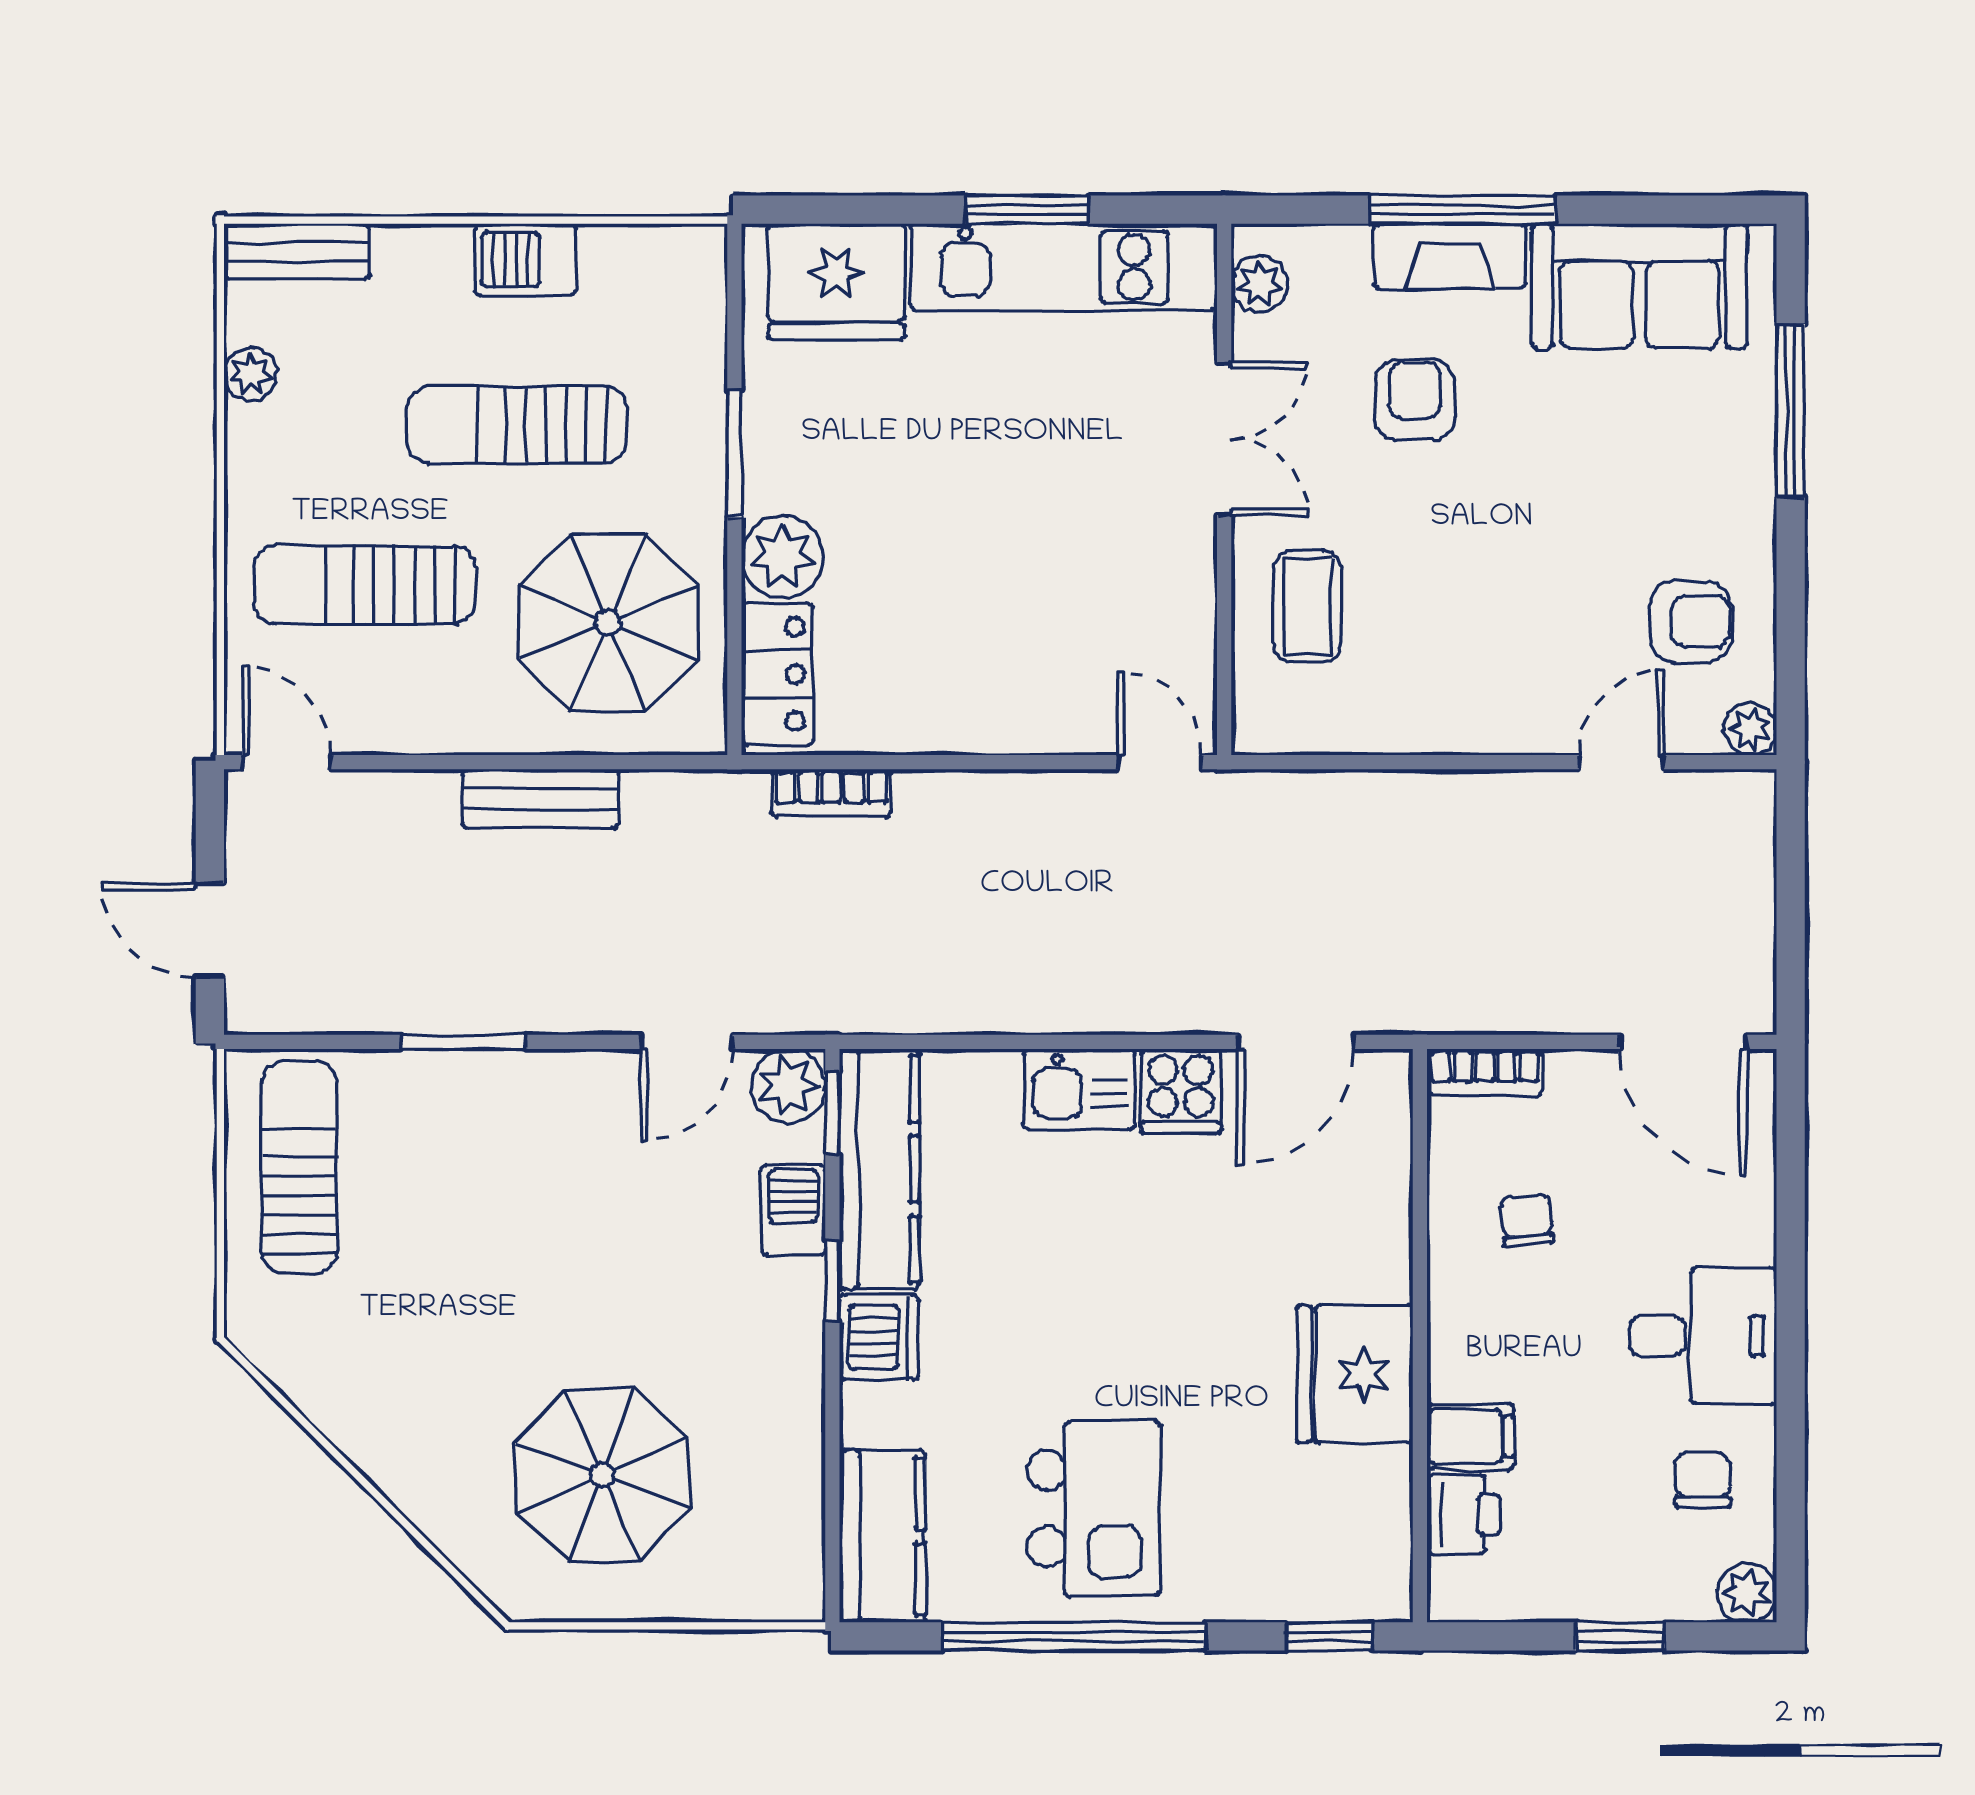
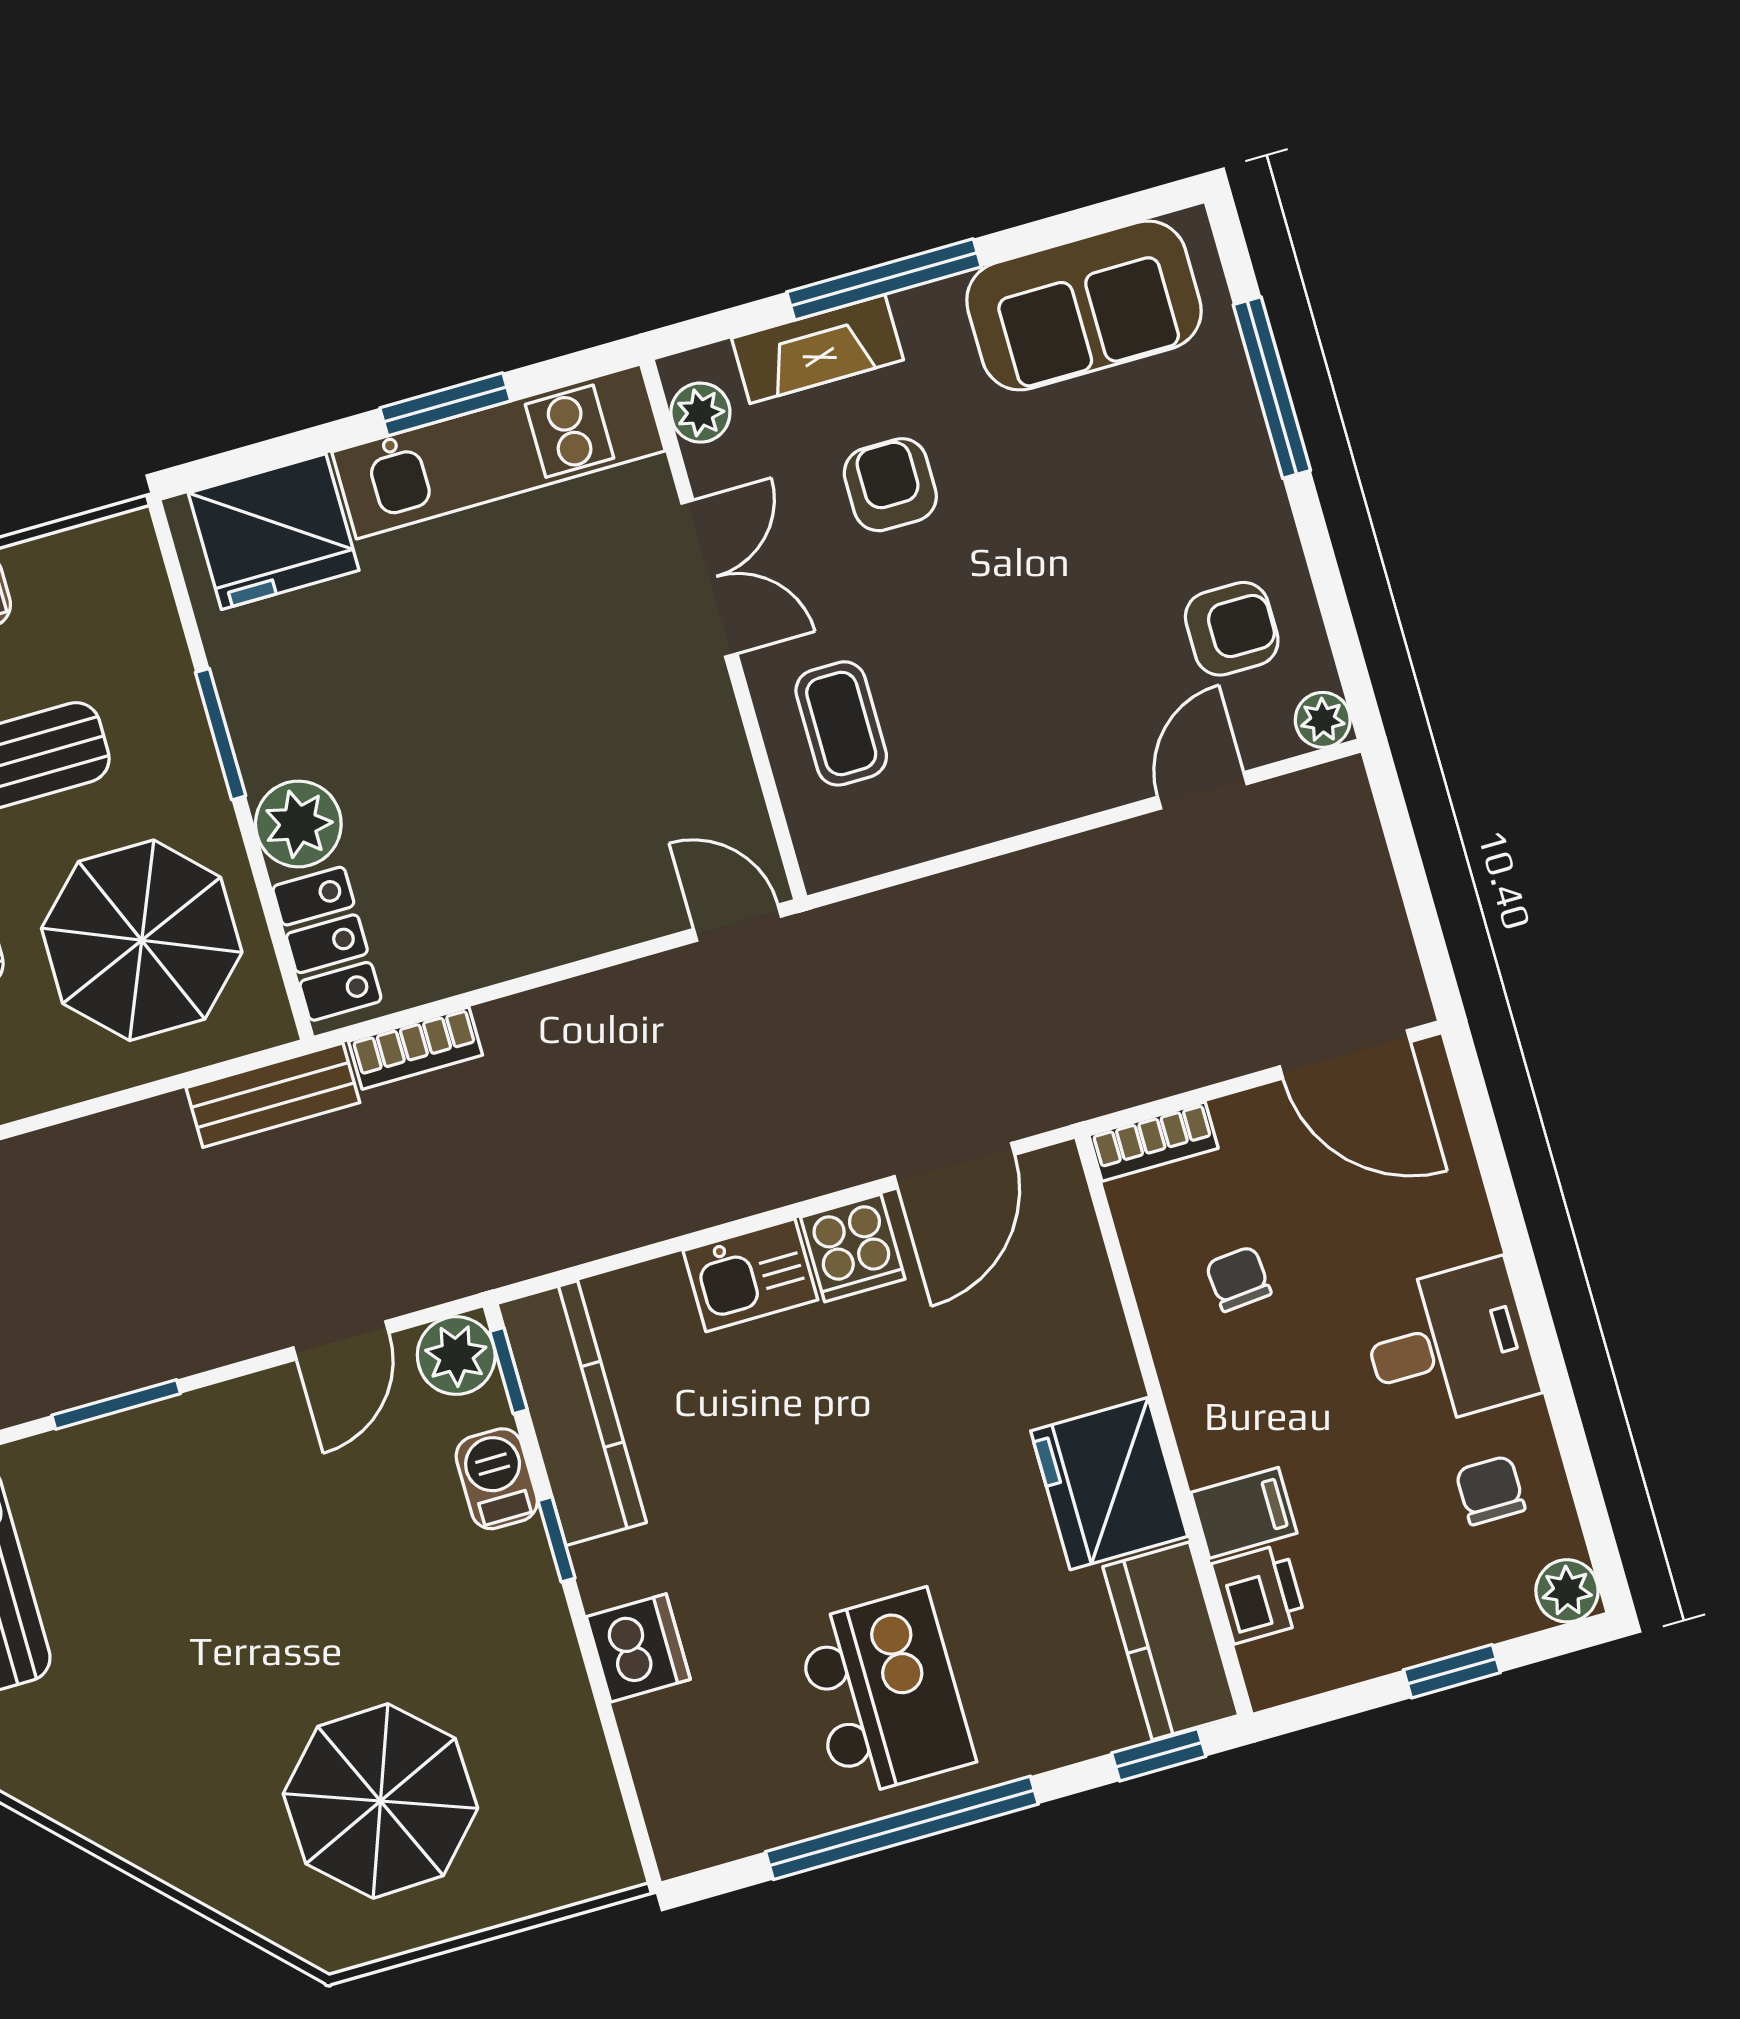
fireplace: (1450, 256) -> (817, 349), moved
bench: (540, 799) -> (273, 1095), moved
dishwasher: (879, 1337) -> (638, 1648), moved
kitchen counter: (882, 1536) -> (1171, 1641), moved, turned 180

